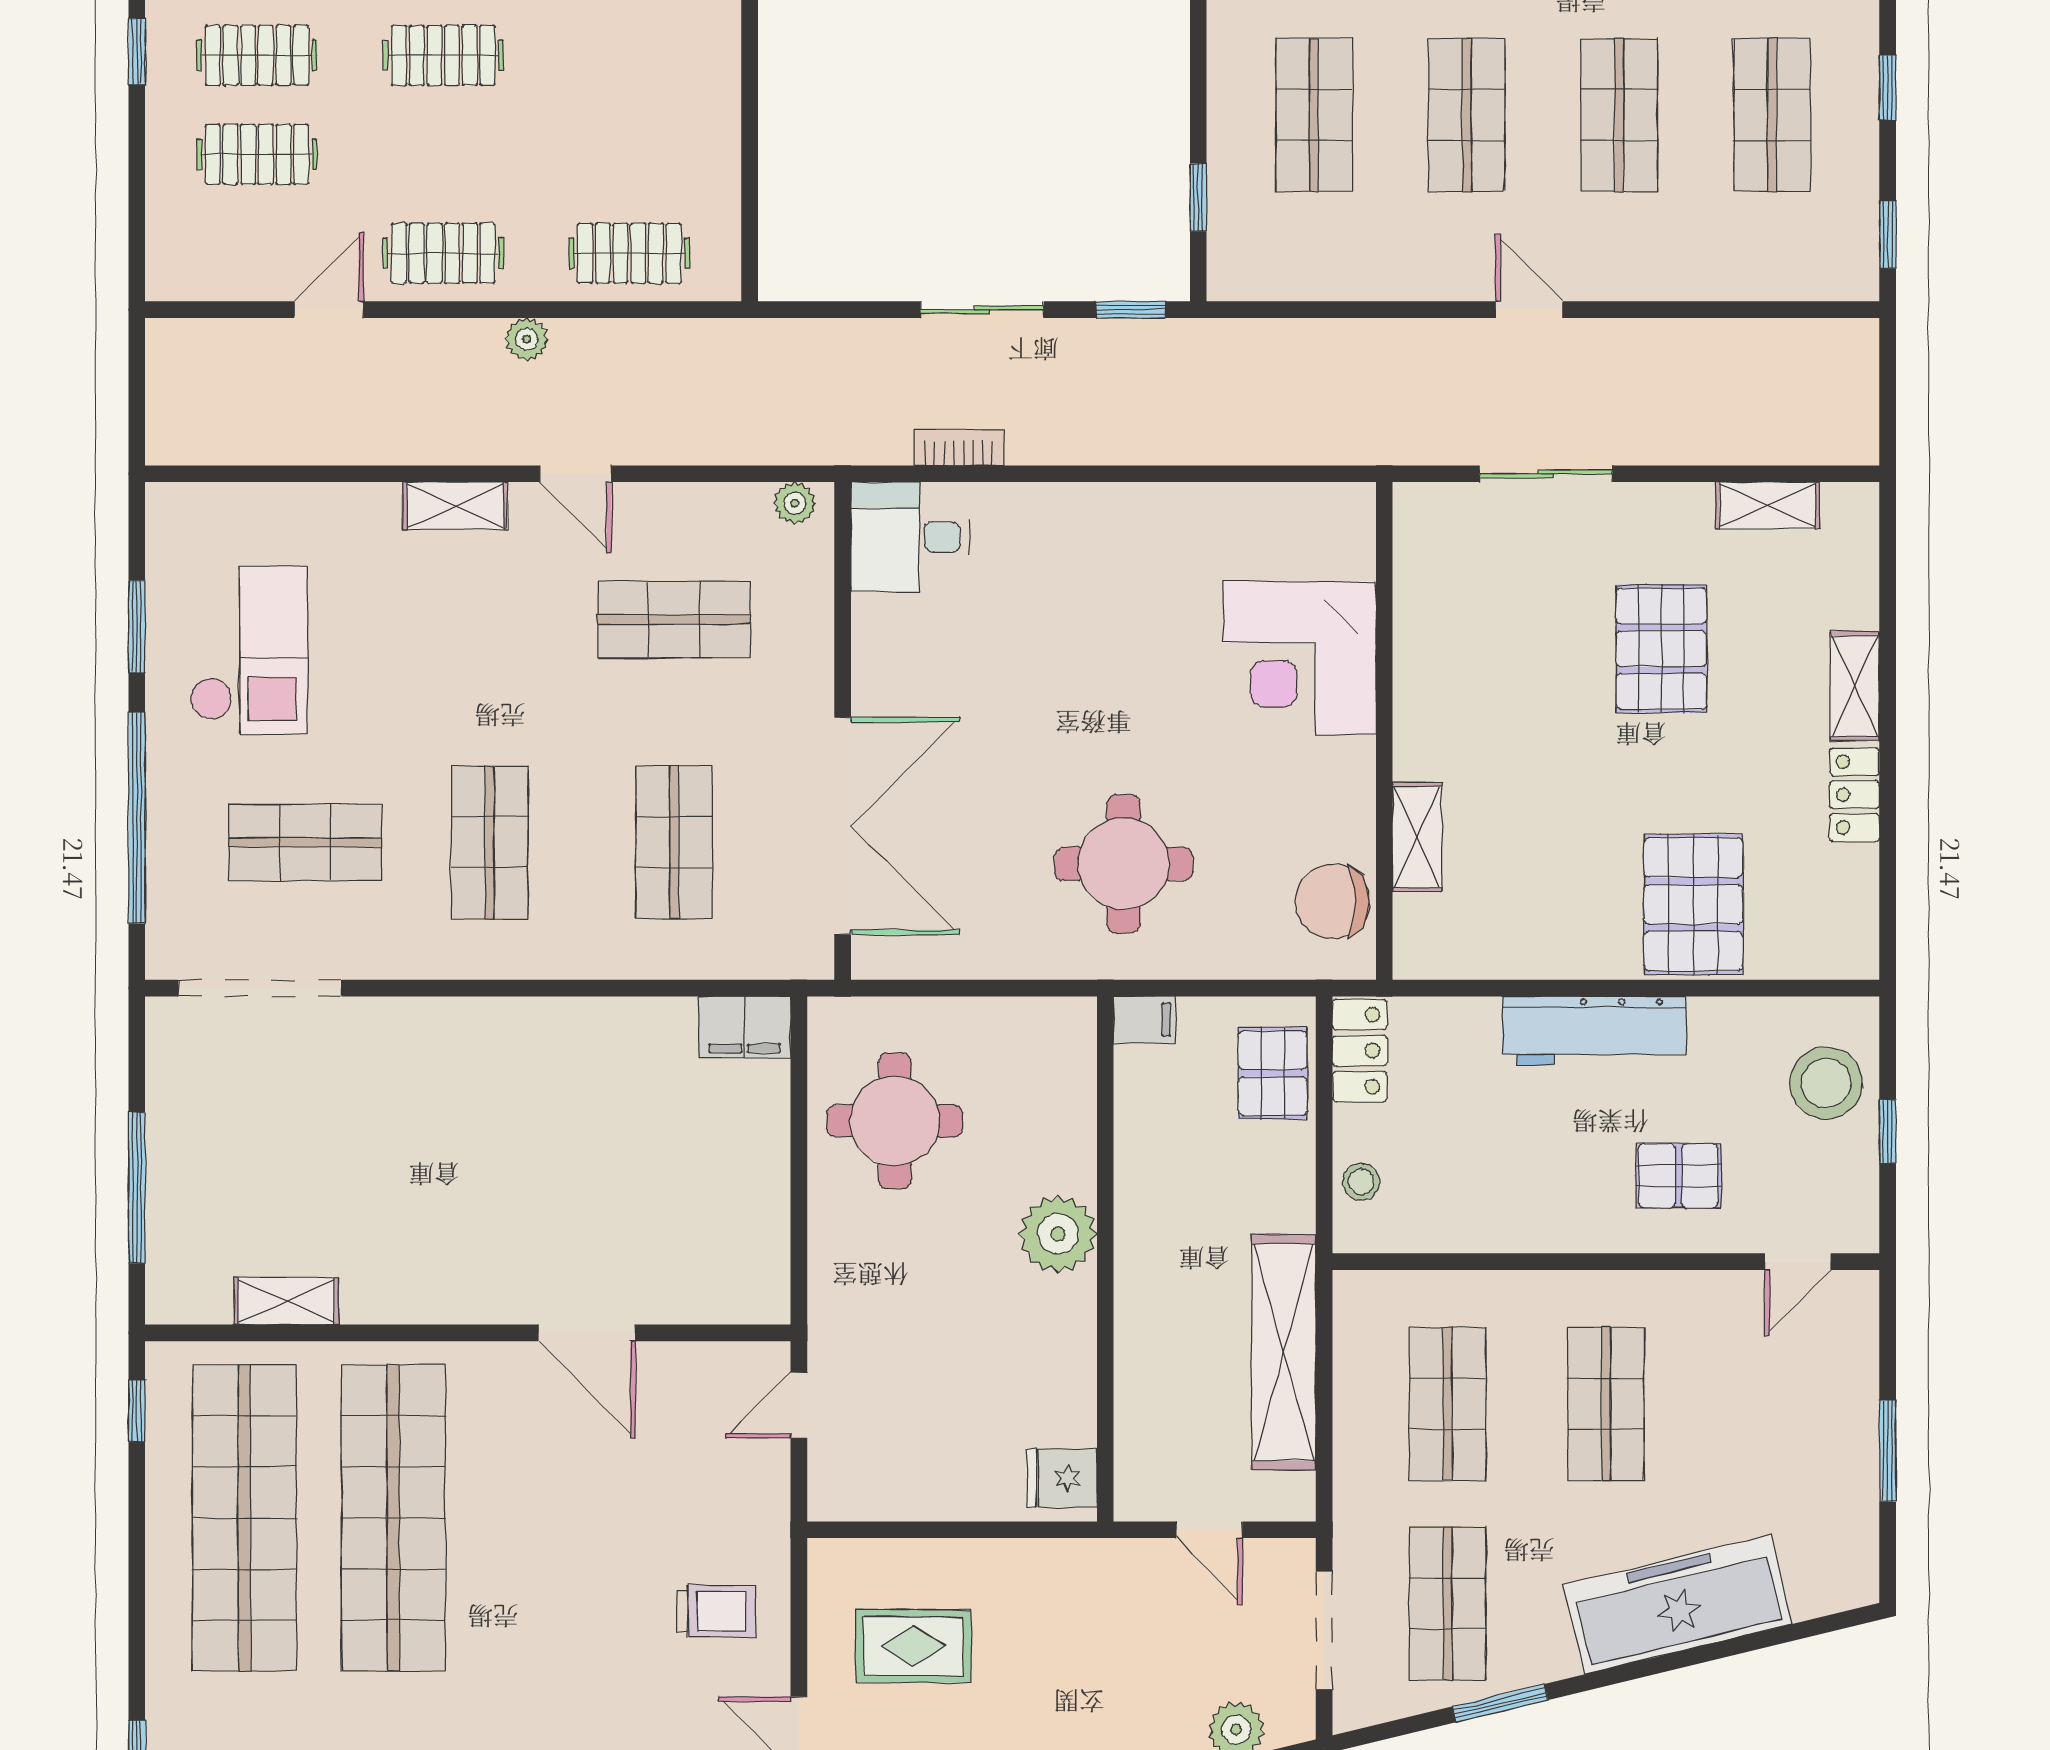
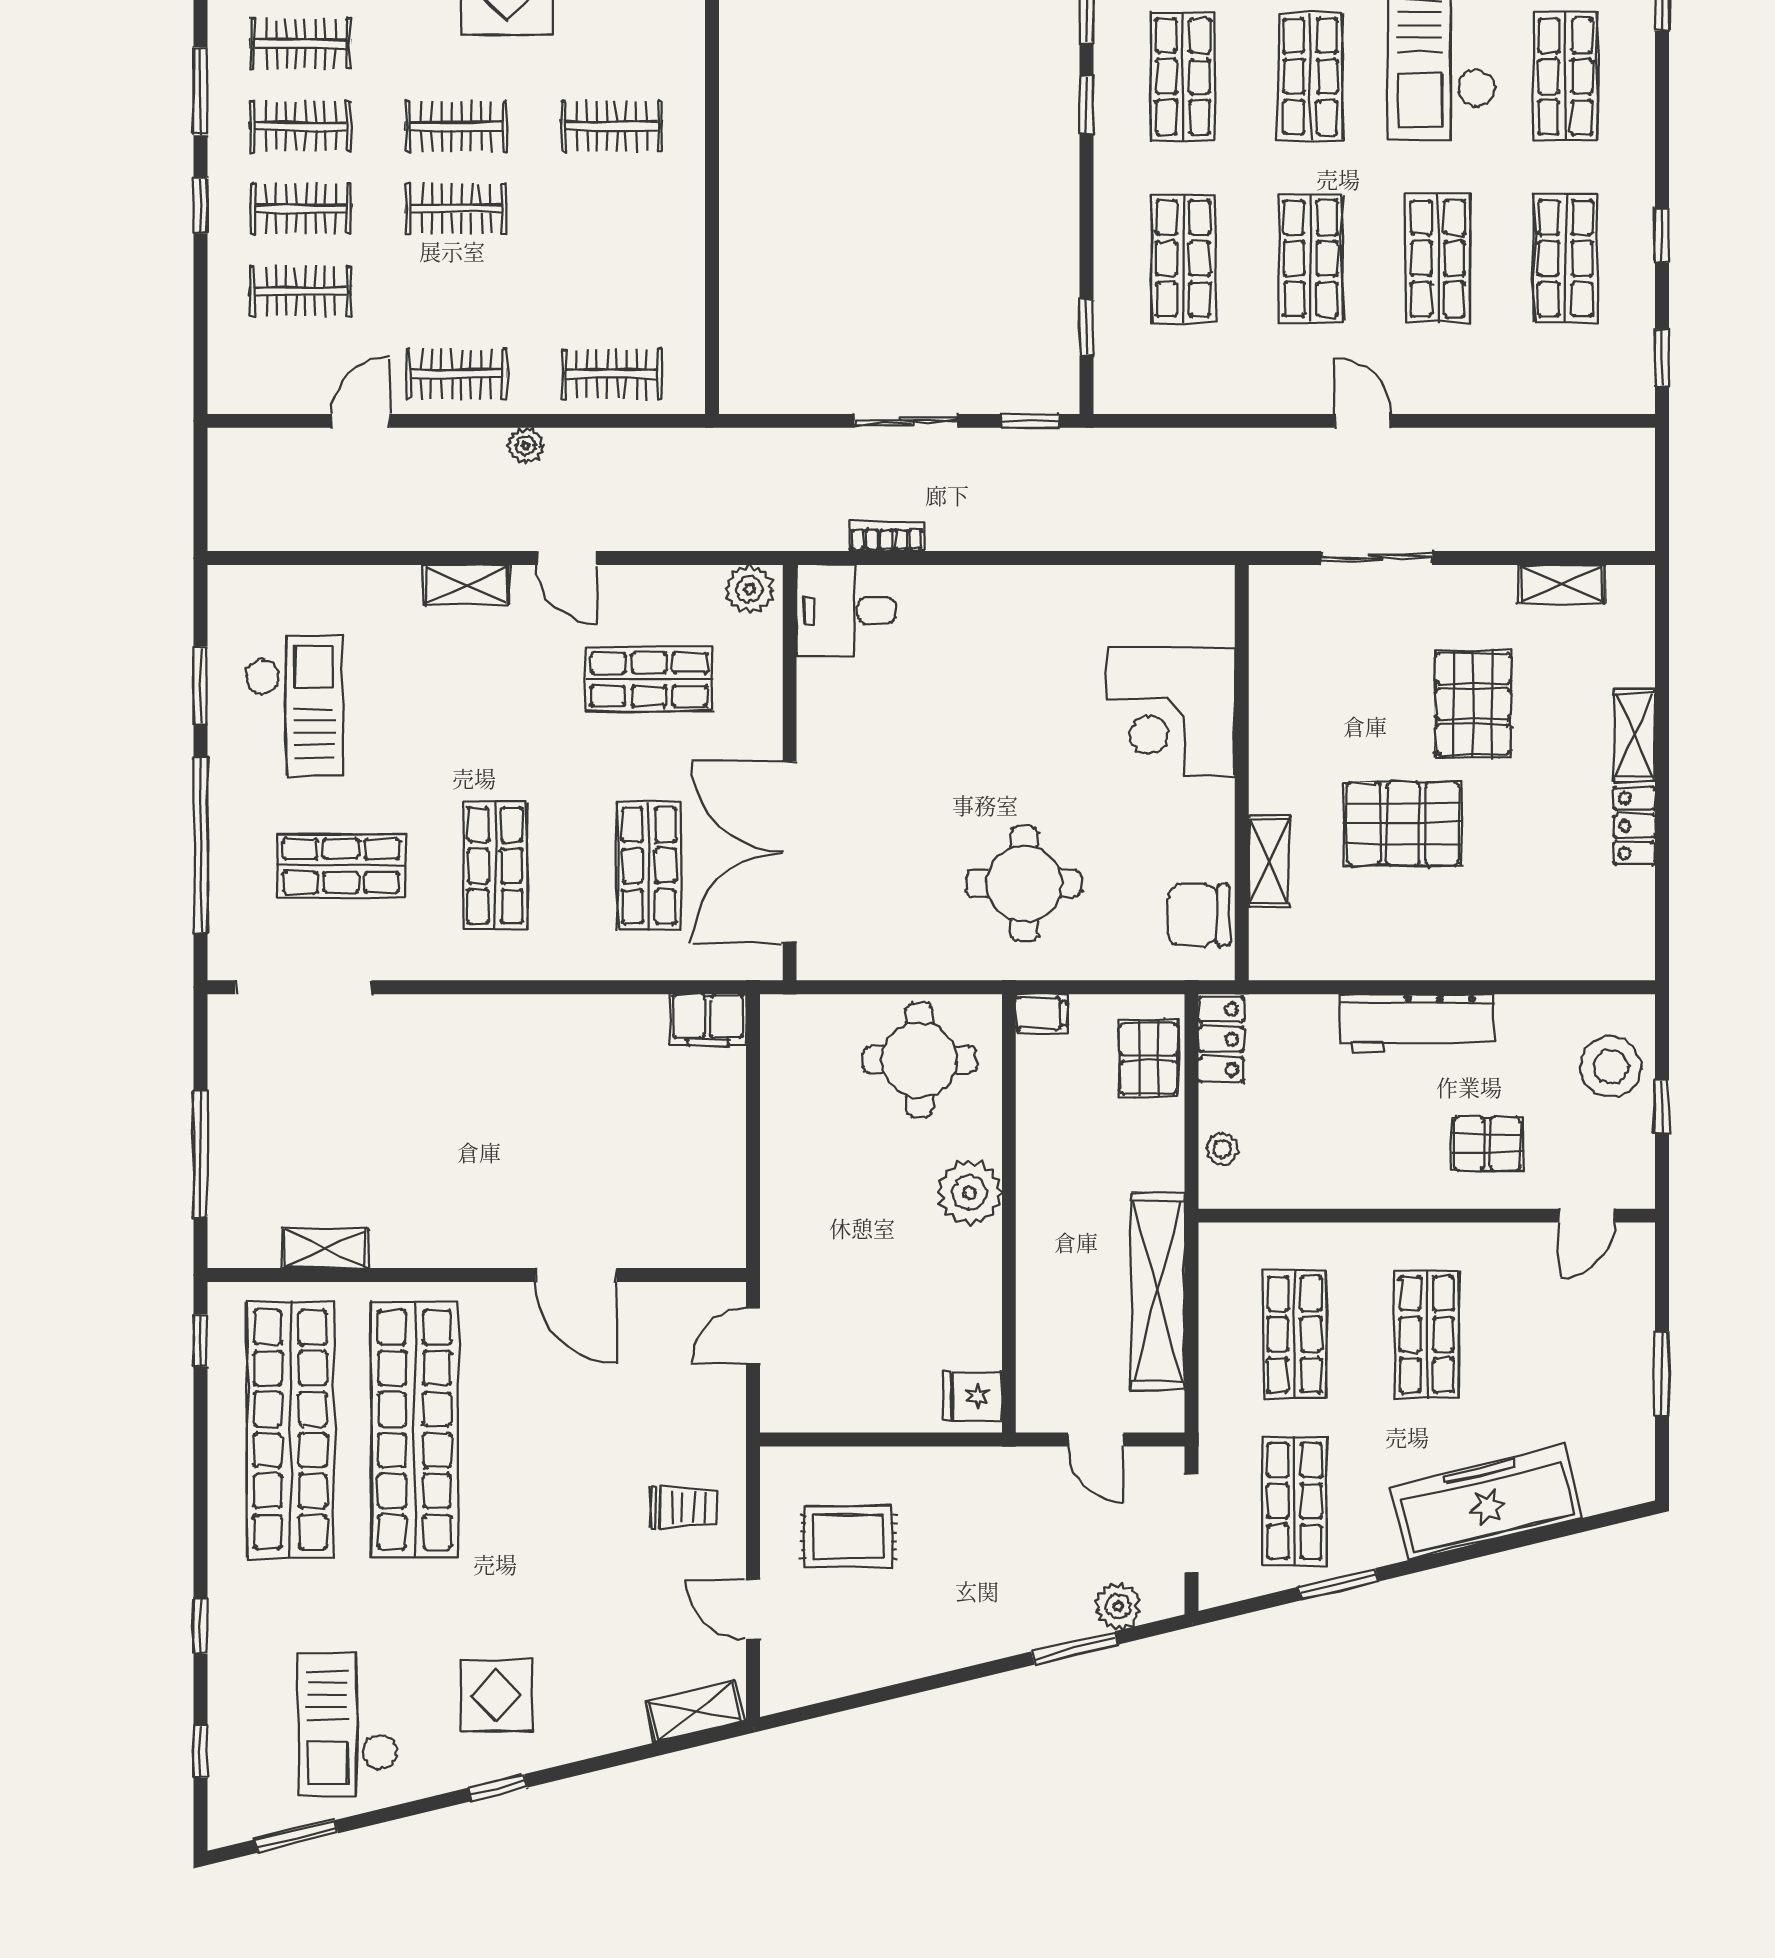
plant: (795, 503) -> (750, 589), width x1.38, depth x1.38
double door: (843, 826) -> (790, 852), swing flipped
pallet: (1693, 904) -> (1403, 824), moved, turned 90
round table: (895, 1121) -> (919, 1060), moved

